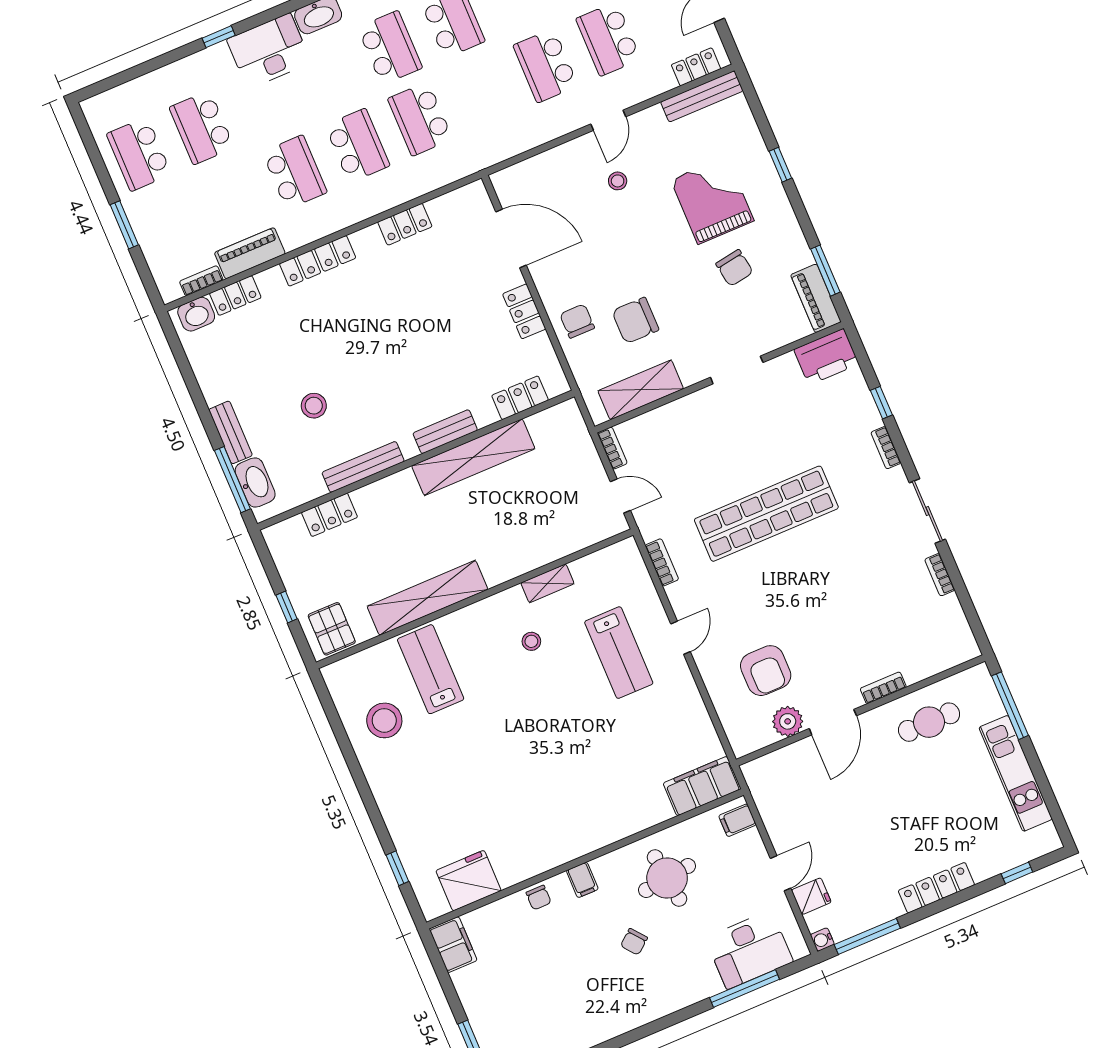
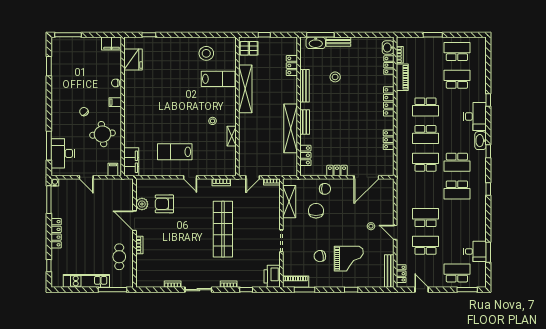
lab bench: (619, 653) -> (175, 152), moved
fridge: (811, 896) -> (73, 185), removed

